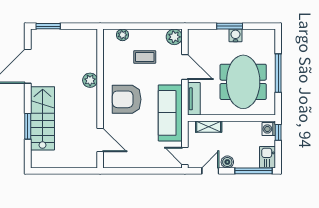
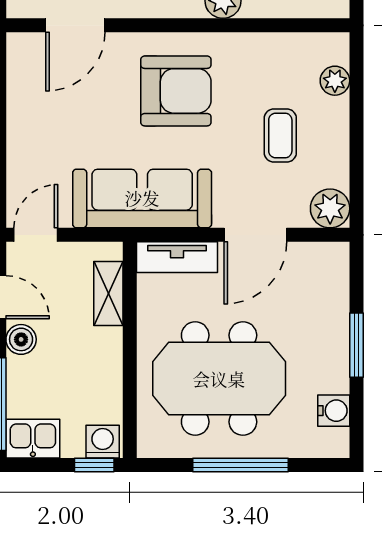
water cooler: (235, 35) -> (334, 411), moved
armchair: (127, 99) -> (176, 91), turned 90

